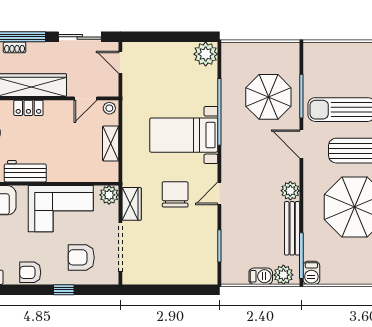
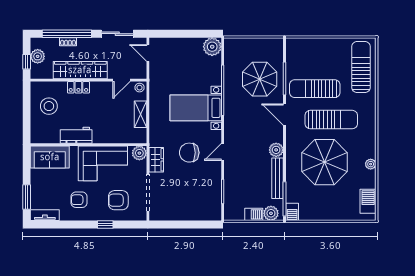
chair: (175, 194) -> (189, 153), turned -90
armchair: (30, 272) -> (79, 200), moved

